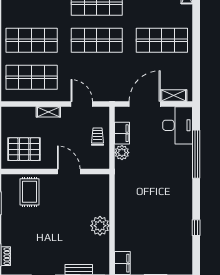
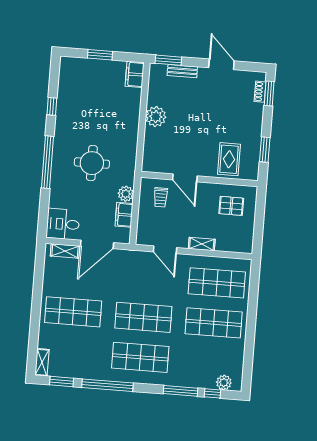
desk: (178, 125) -> (63, 224), width x0.73
trolley: (97, 137) -> (161, 197), moved
pallet: (24, 149) -> (231, 206), width x0.67, depth x0.71
window: (196, 154) -> (48, 162), moved
round table: (155, 178) -> (92, 163), added

